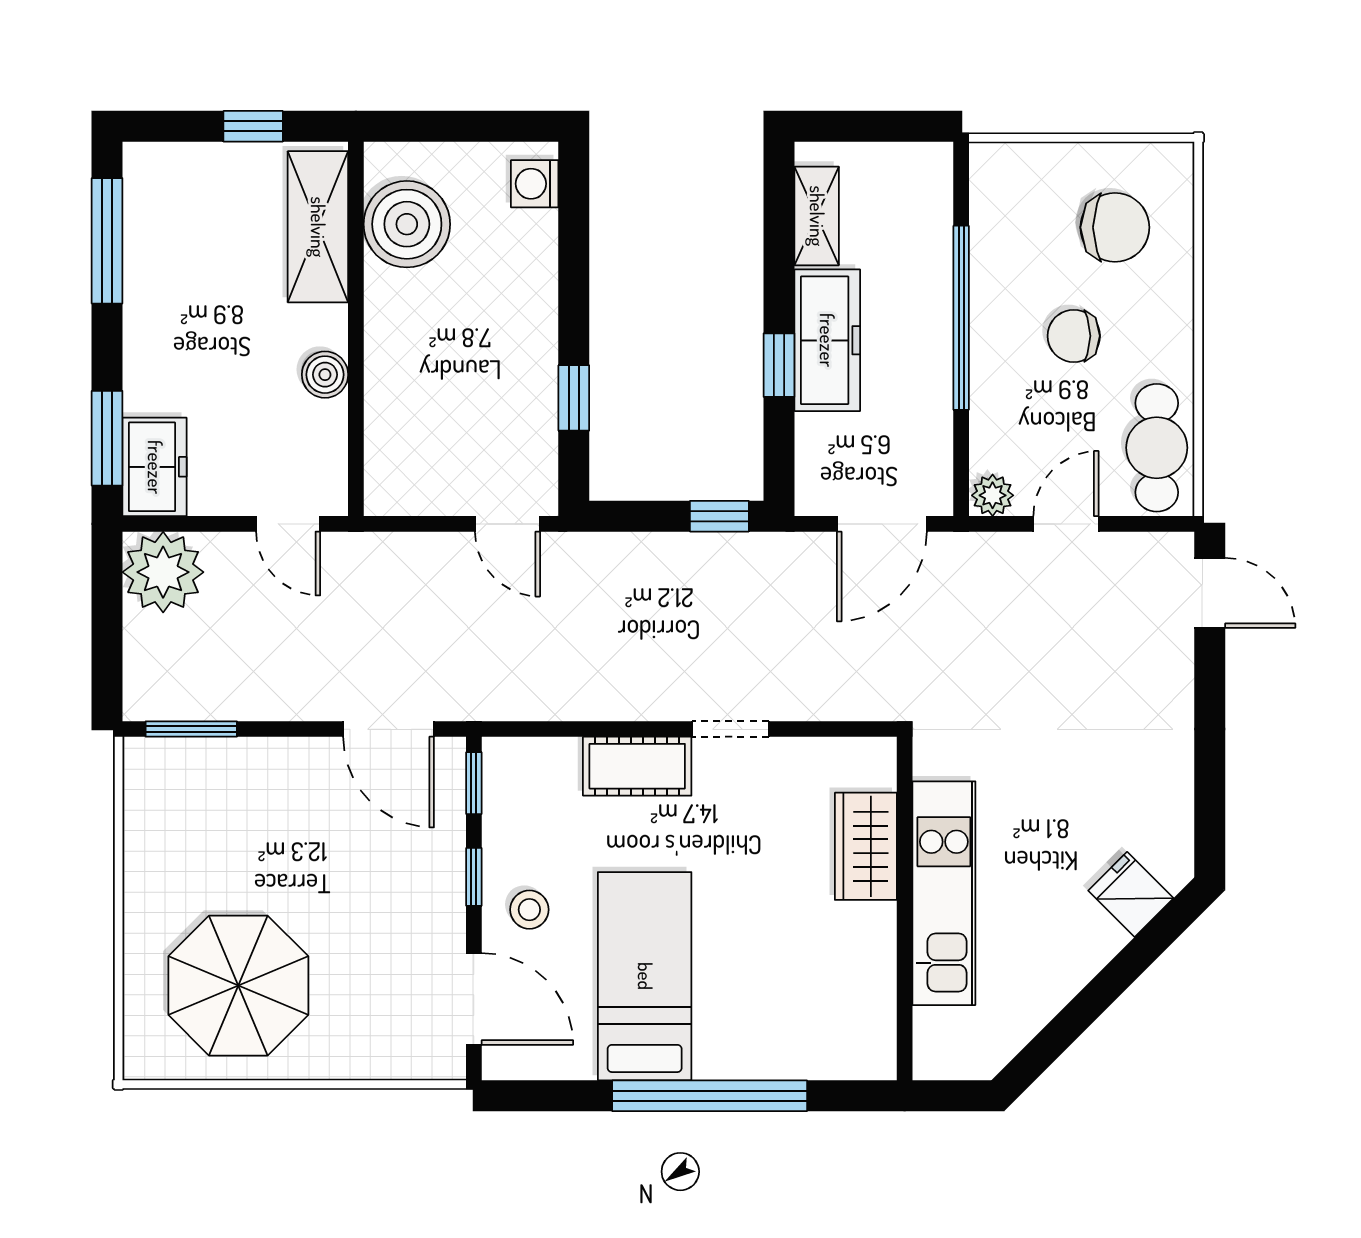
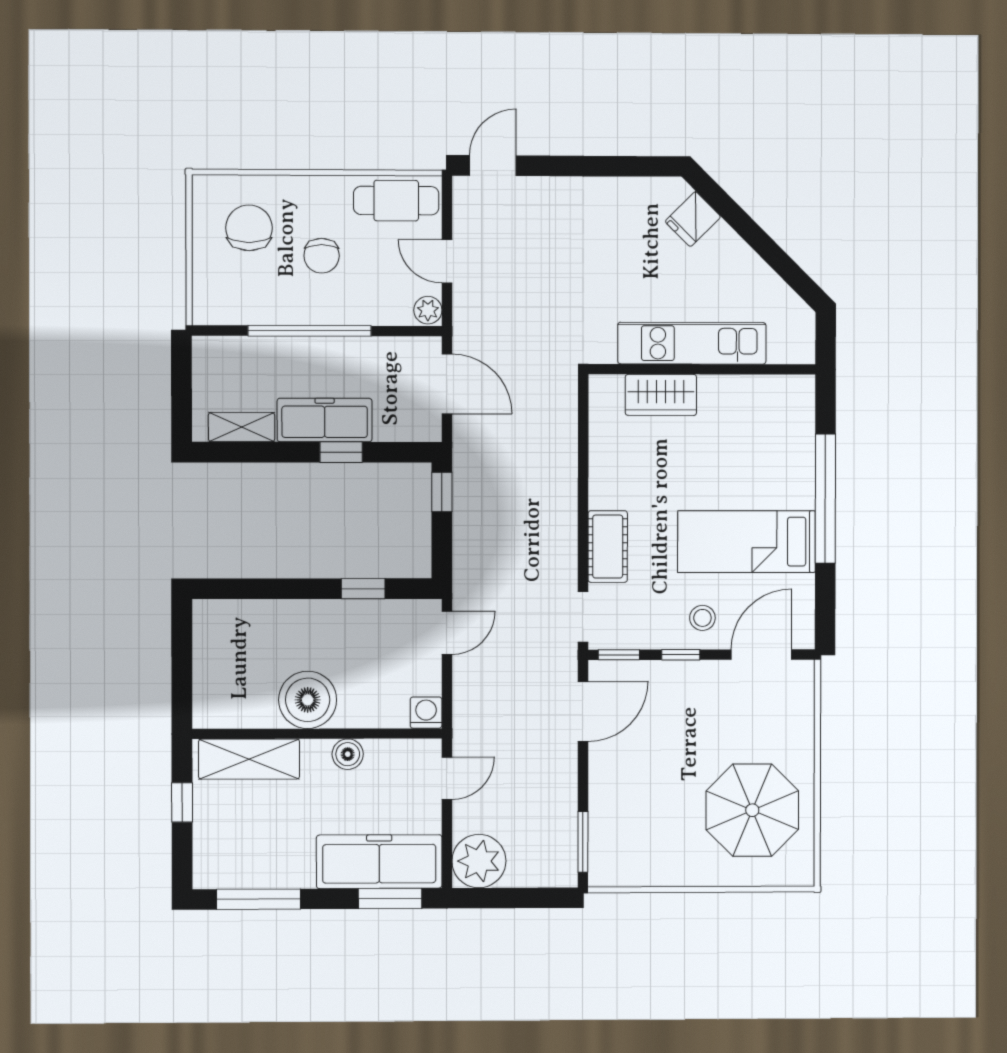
washing machine: (535, 184) -> (426, 713), moved, turned 180
boiler: (407, 224) -> (308, 700), moved
freezer: (155, 467) -> (379, 862), width x1.91, depth x1.26
doorway: (730, 729) -> (583, 617), moved

